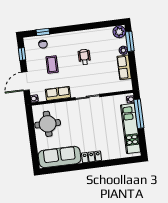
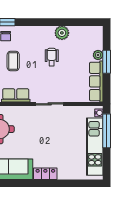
plant: (119, 32) -> (62, 33), moved
window: (130, 41) -> (107, 62), moved
row of seats: (124, 67) -> (96, 81), width x1.48

